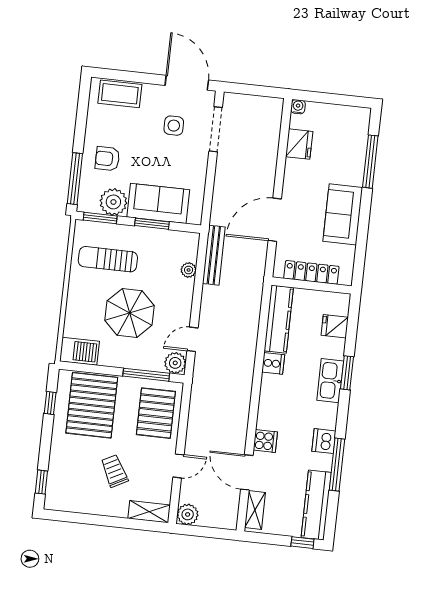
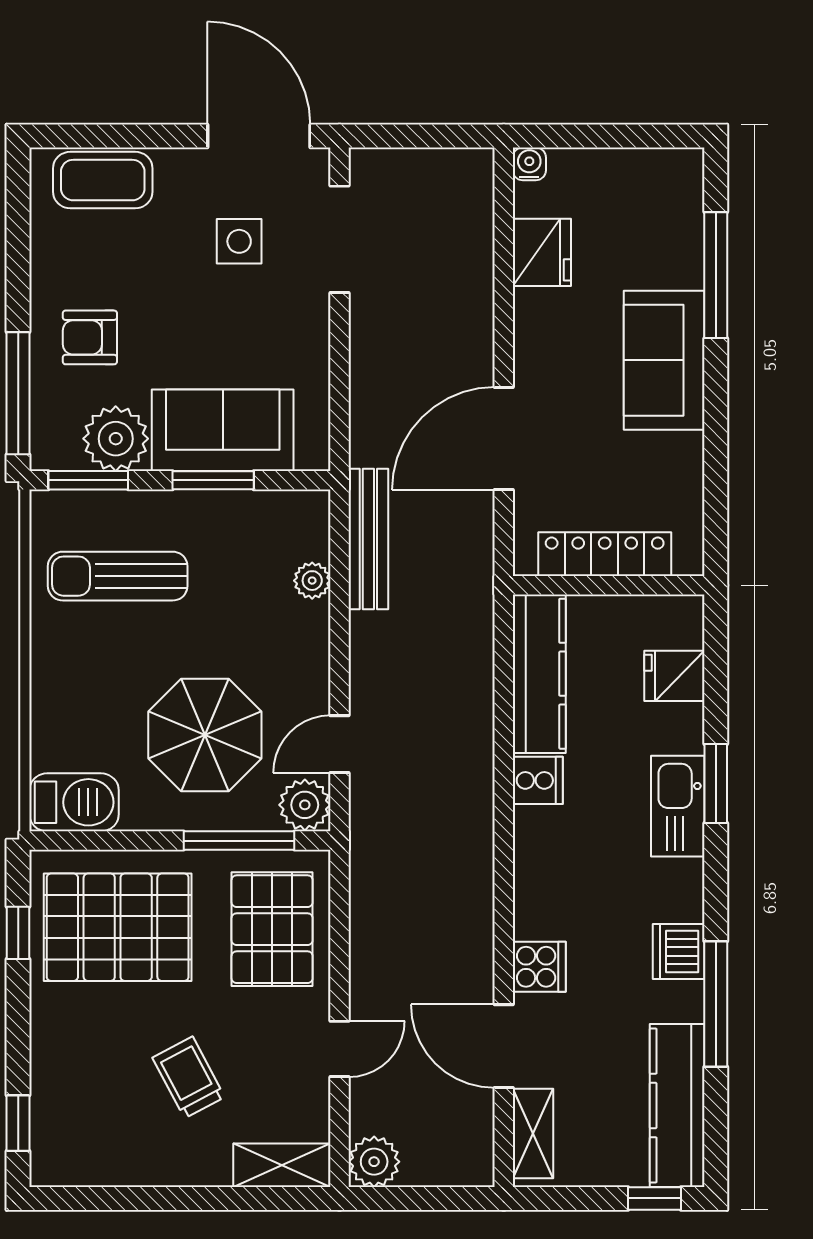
sofa: (343, 214) -> (664, 360), moved
parasol: (130, 313) -> (205, 735), moved
pallet: (92, 405) -> (118, 927), turned 90

